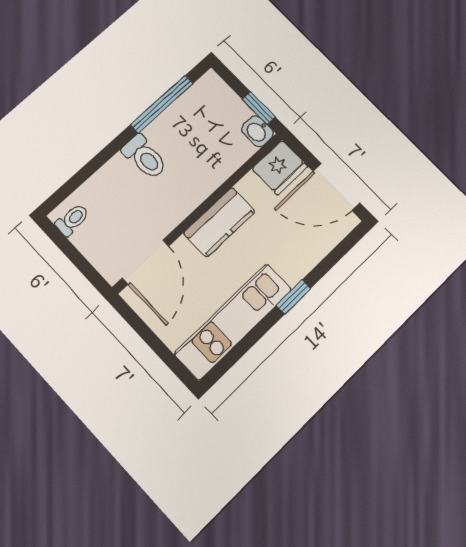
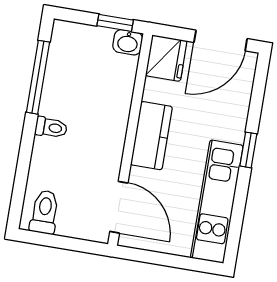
toilet: (145, 157) -> (51, 128), width x0.73, depth x0.72
toilet: (72, 220) -> (44, 212), width x1.37, depth x1.39

